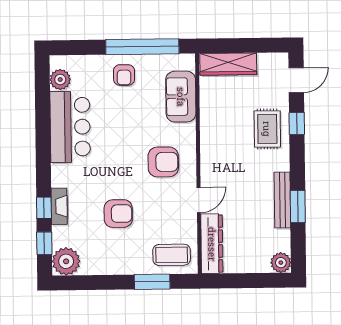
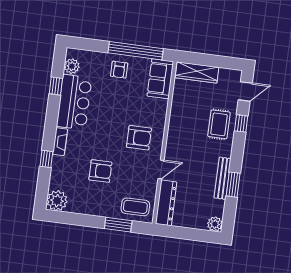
sofa: (181, 97) -> (160, 79), moved
fireplace: (59, 206) -> (60, 142), moved
window: (44, 243) -> (56, 86), moved

